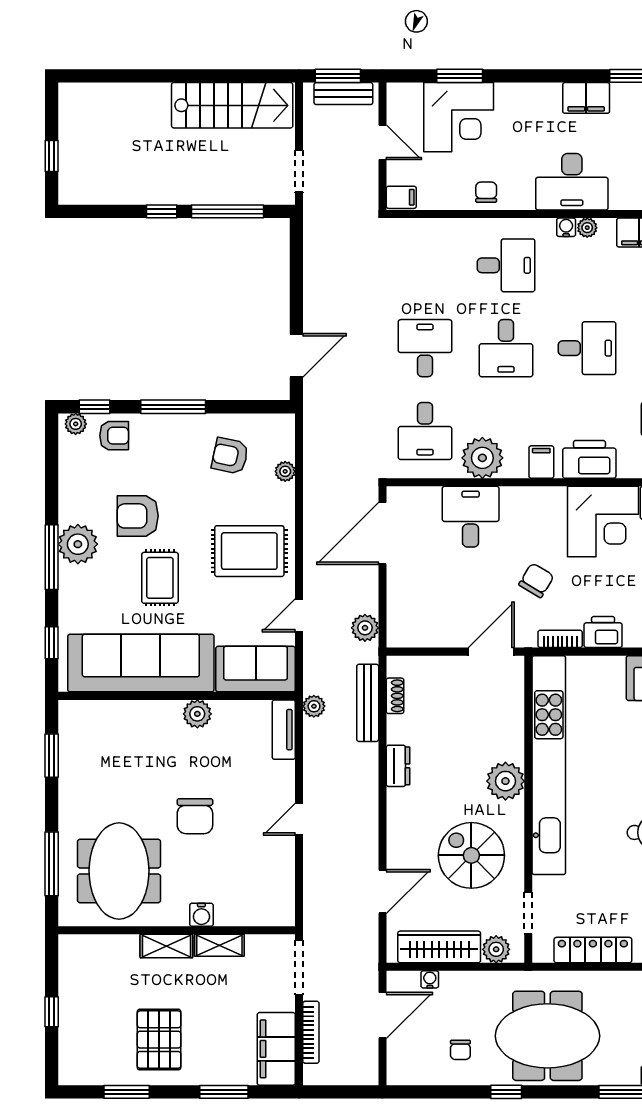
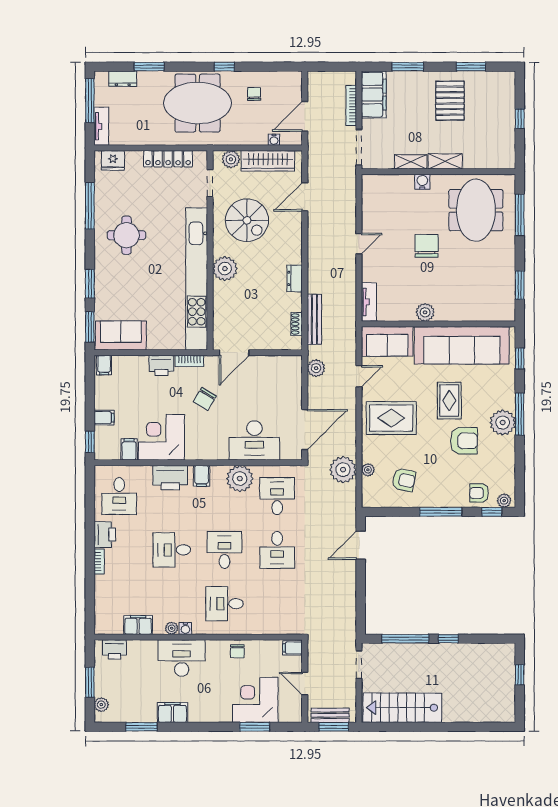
desk: (471, 517) -> (254, 440), width x1.37
plant: (314, 706) -> (343, 470), moved, width x1.87, depth x1.87

